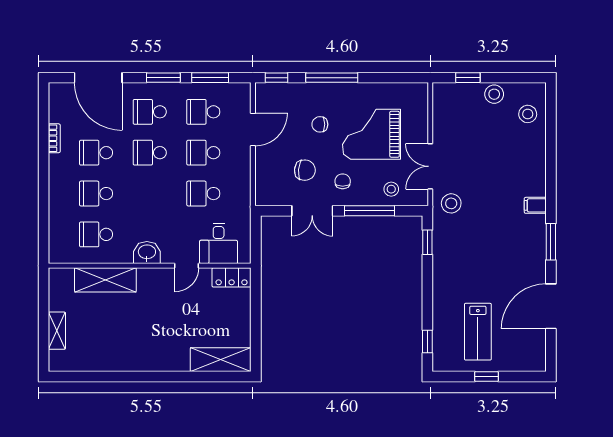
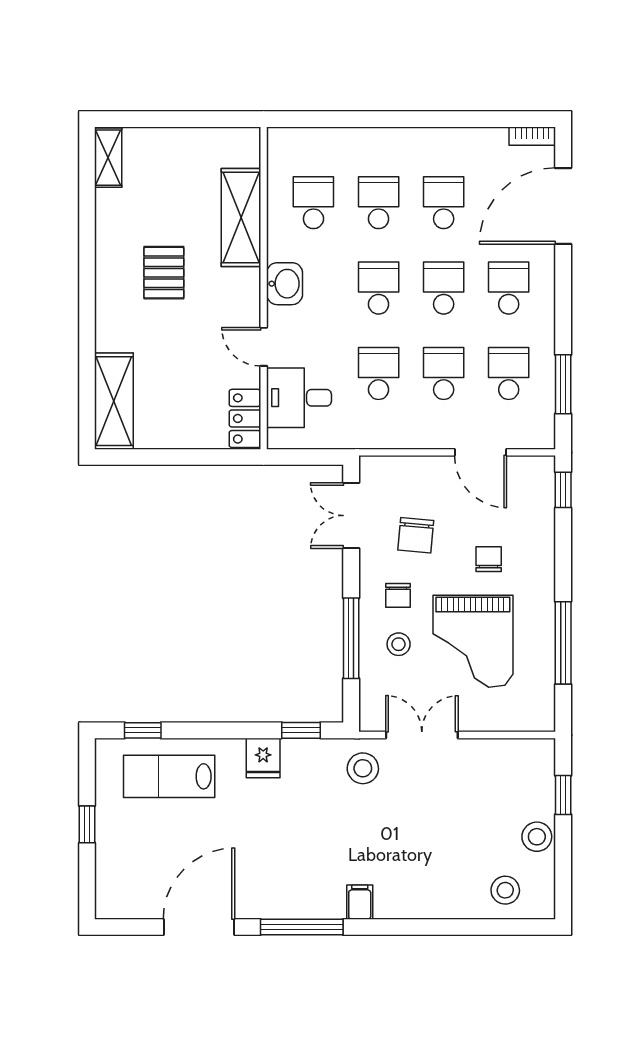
window: (163, 78) -> (563, 310), removed
window: (332, 78) -> (563, 643), moved
grand piano: (371, 134) -> (473, 641), turned 180
bookcase: (54, 138) -> (532, 136), moved
chair: (343, 181) -> (398, 595), turned 90
stool: (391, 189) -> (399, 644), moved
school desk: (150, 194) -> (379, 288), added
double door: (312, 211) -> (351, 516), moved
window: (551, 242) -> (302, 927), width x1.44
fridge: (445, 266) -> (263, 758), added
door: (551, 306) -> (199, 927), hinge flipped
pallet: (140, 328) -> (164, 273), added
shelving: (57, 331) -> (108, 158), moved, turned 90
lab bench: (478, 332) -> (169, 776), moved

